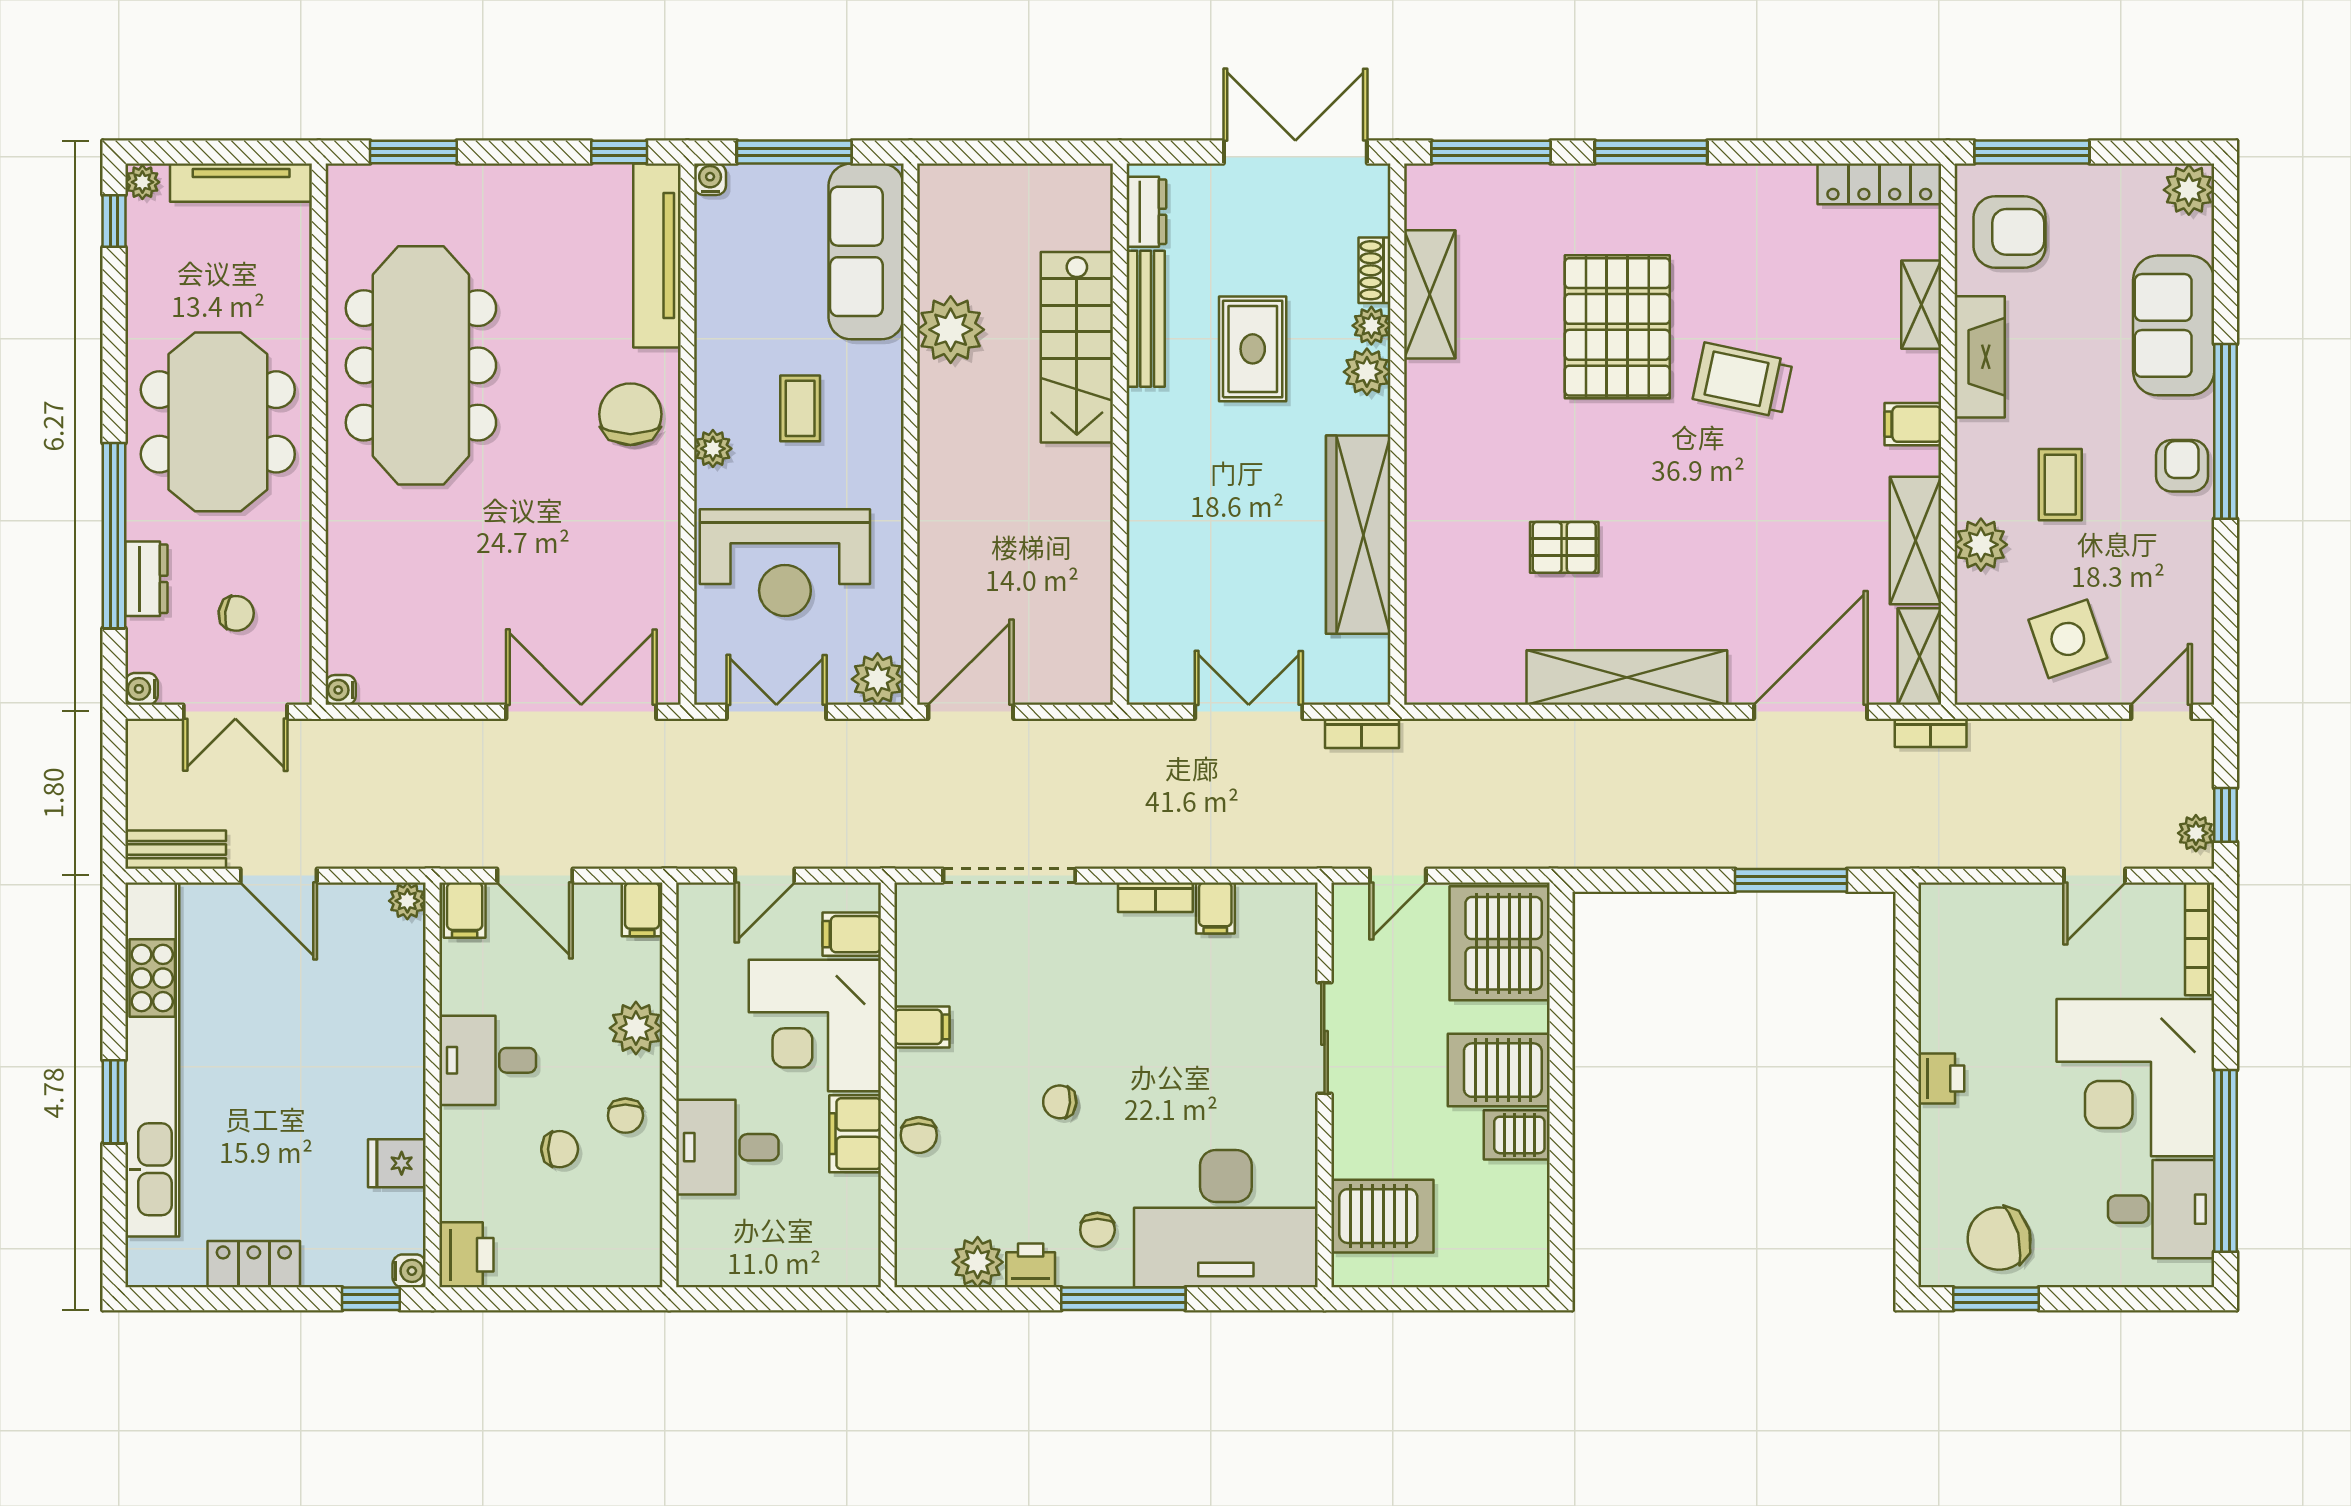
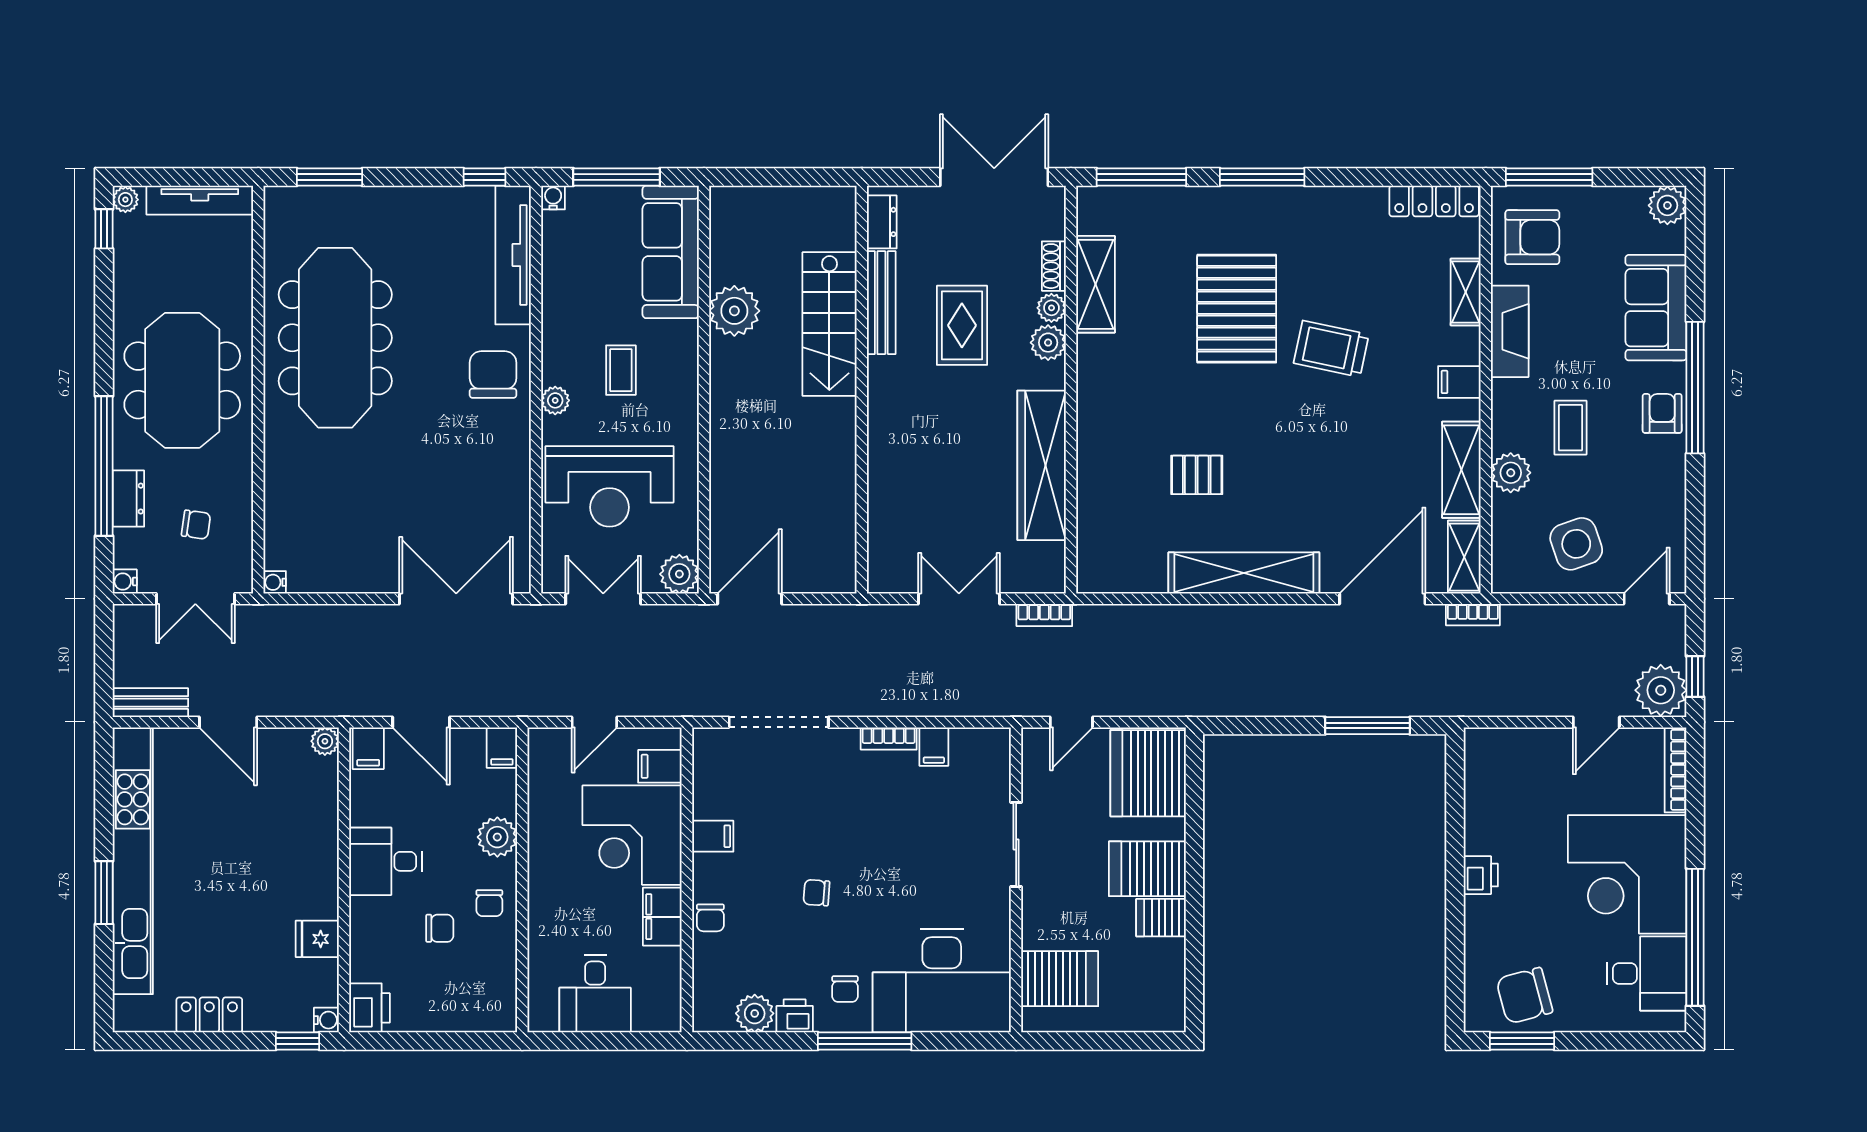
plant: (2196, 833) -> (1661, 690), width x1.87, depth x1.87
desk: (727, 1147) -> (595, 994), moved, turned -90

